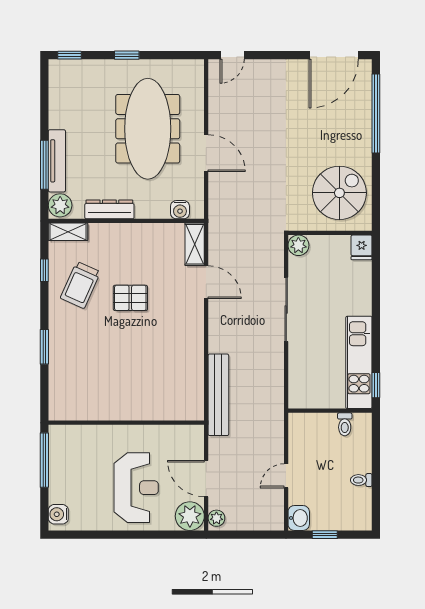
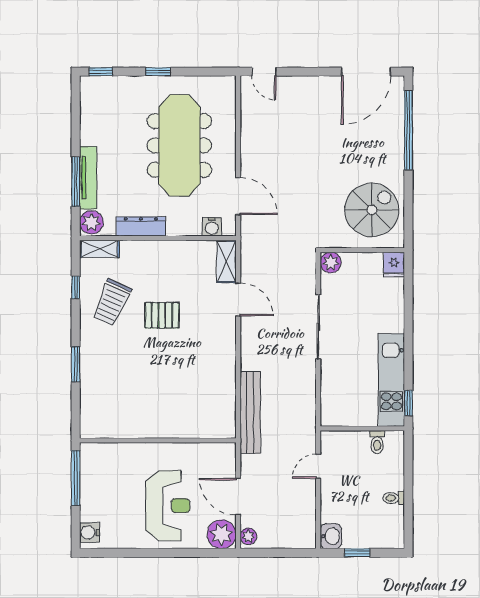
door: (232, 55) -> (264, 72), hinge flipped
door: (206, 153) -> (238, 196), moved
door: (286, 476) -> (318, 466), moved

